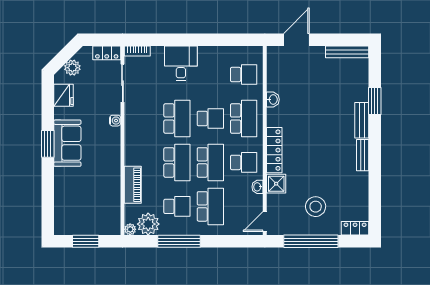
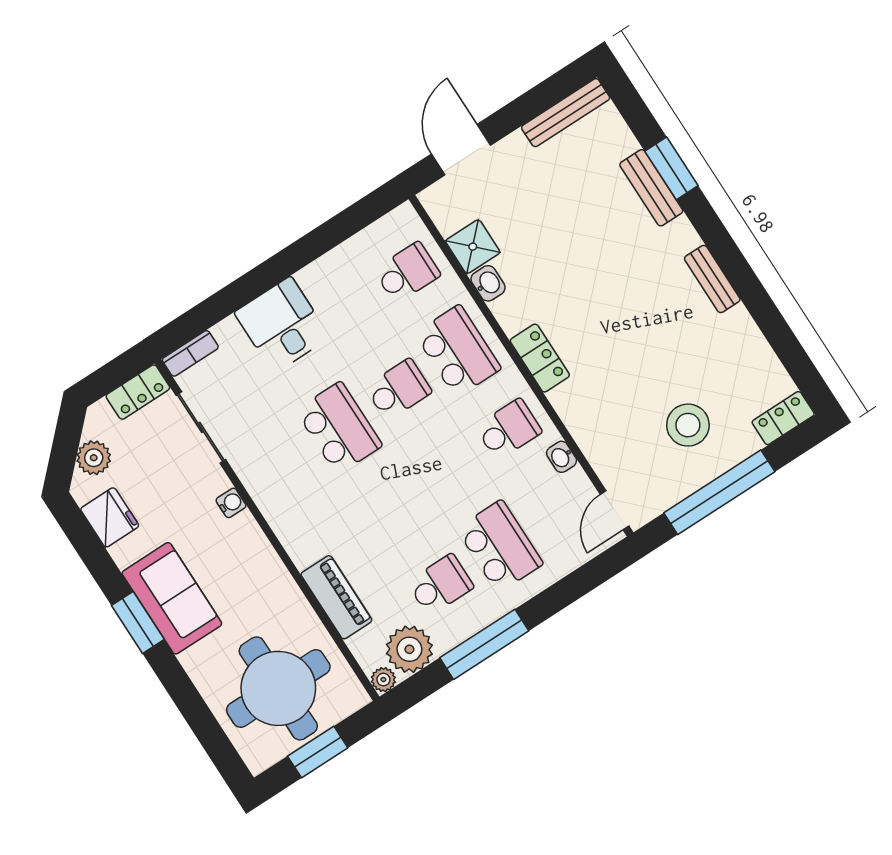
bench: (362, 120) -> (651, 188), moved
locker: (274, 150) -> (540, 358), width x0.66
school desk: (177, 162) -> (390, 506), removed
school desk: (210, 162) -> (449, 468), removed
shower: (276, 184) -> (473, 247), moved
round table: (86, 206) -> (278, 688), added

